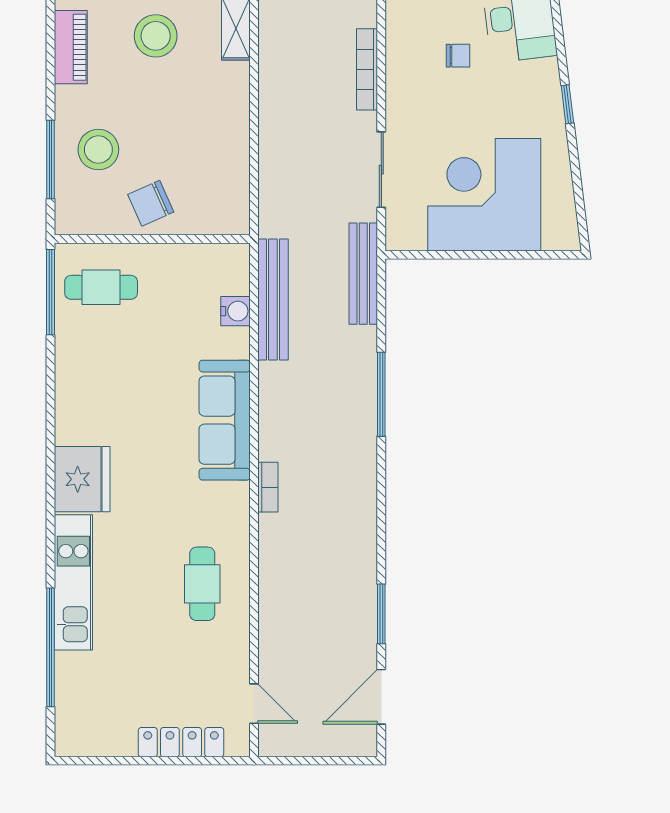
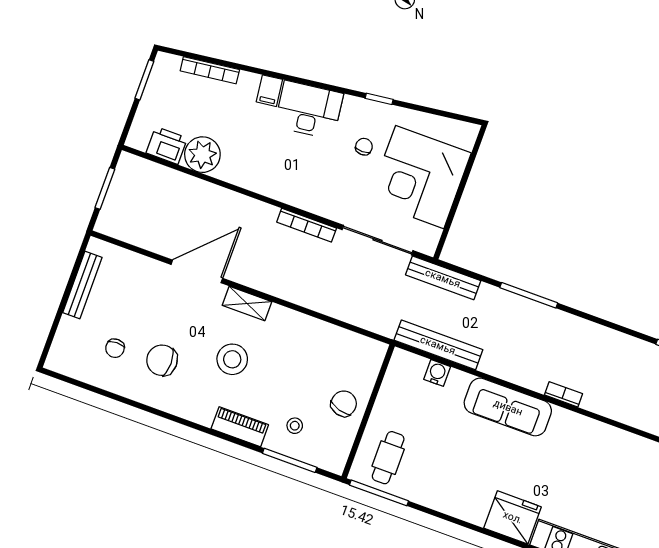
piano: (71, 47) -> (240, 427), moved
chair: (458, 56) -> (364, 147), moved
stool: (98, 150) -> (295, 426), width x0.53, depth x0.53
sliding door: (381, 170) -> (378, 240), width x1.37
chair: (151, 203) -> (344, 404), turned -140
cafe table: (202, 584) -> (613, 462), removed

